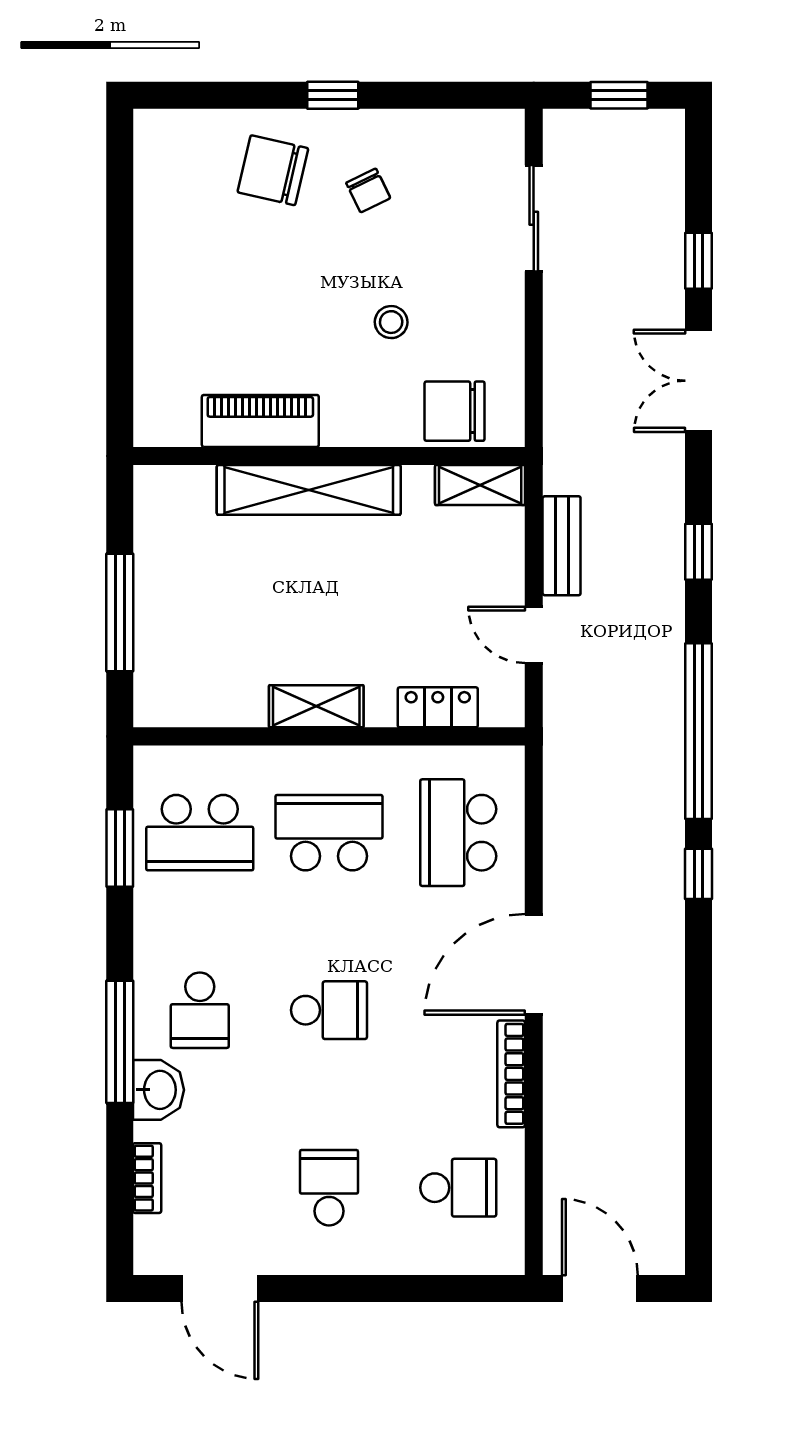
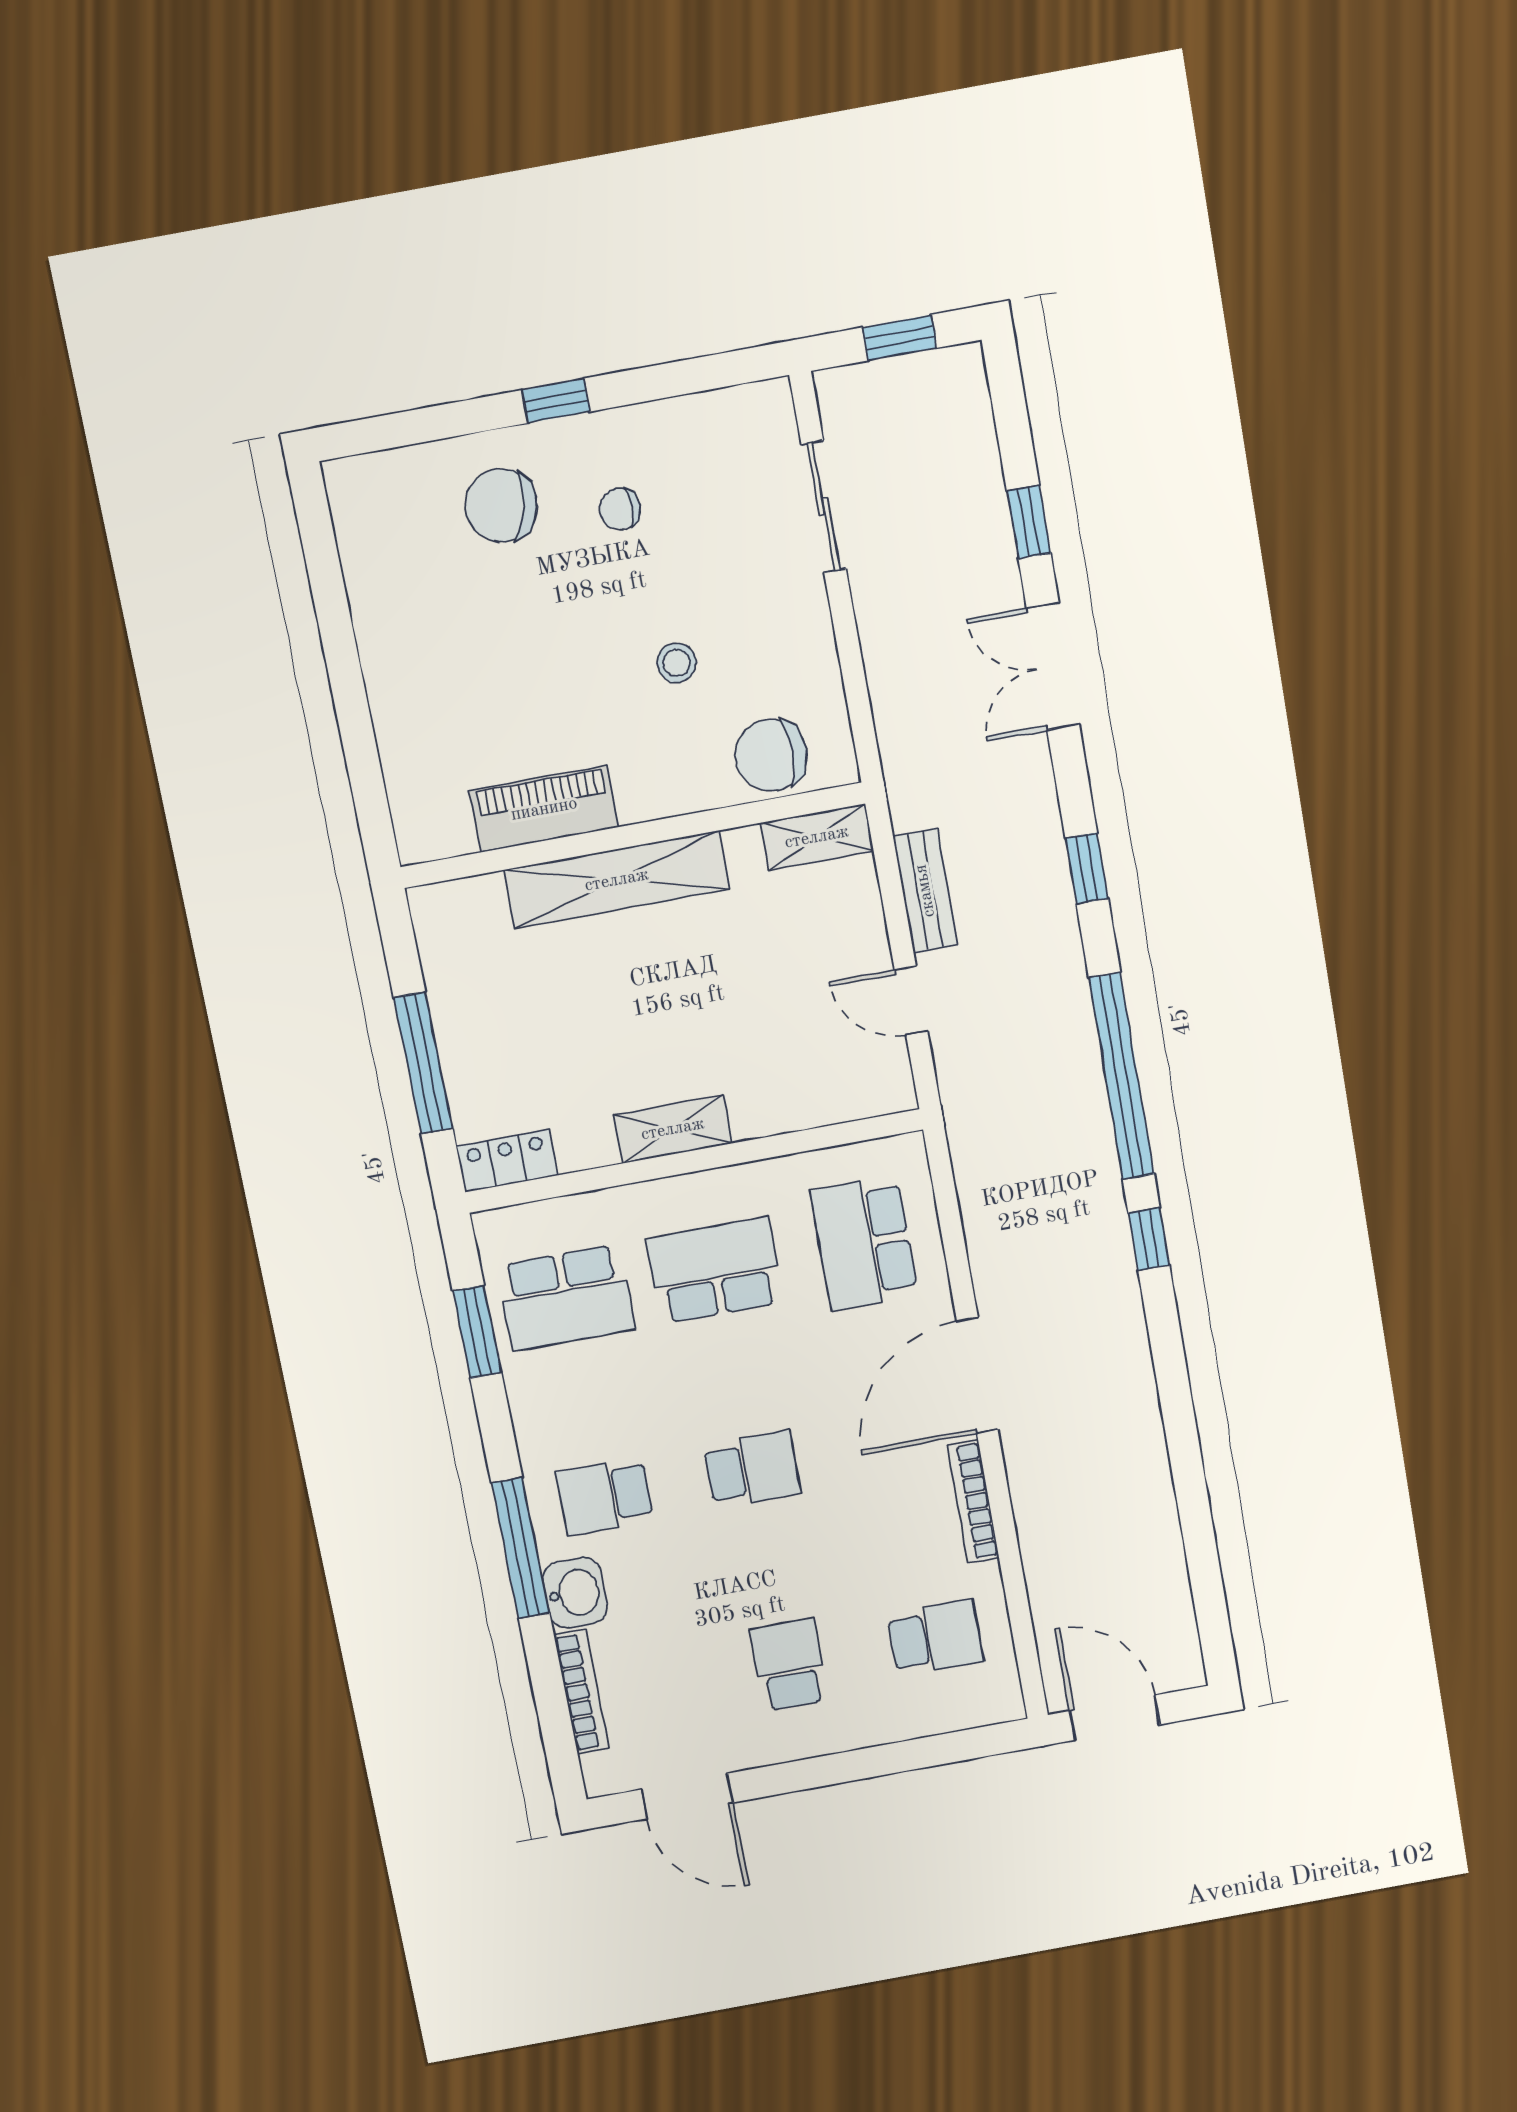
chair: (368, 190) -> (620, 509), turned 116
locker: (438, 707) -> (507, 1161), moved
school desk: (200, 1010) -> (605, 1496), turned 90
bookcase: (147, 1178) -> (581, 1692), width x1.56

